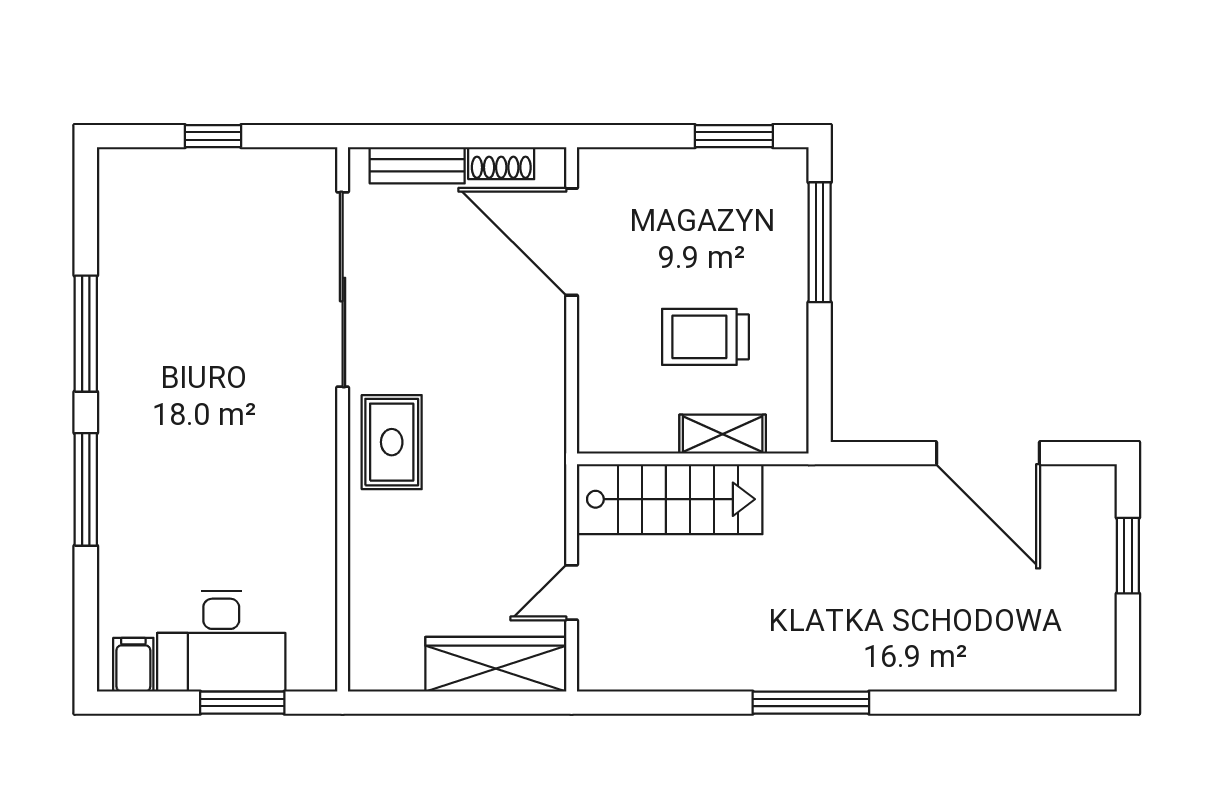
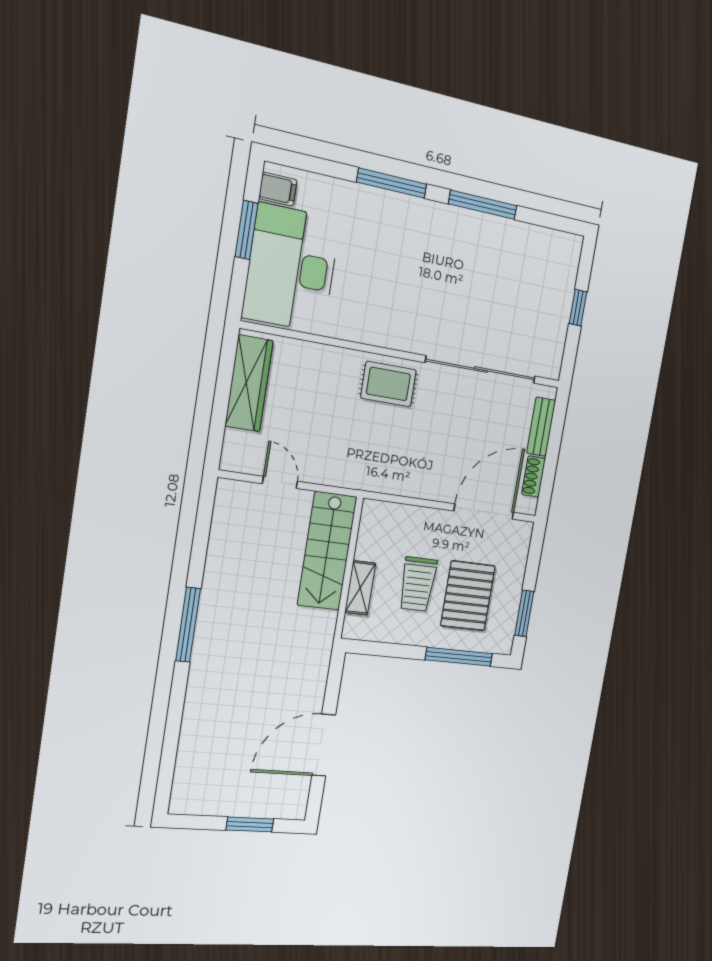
pallet: (715, 245) -> (468, 596), added
trolley: (705, 337) -> (418, 584), turned 180
desk: (221, 641) -> (291, 268), width x1.36, depth x1.30
wardrobe: (496, 664) -> (249, 383), moved
window: (242, 703) -> (246, 230), moved

